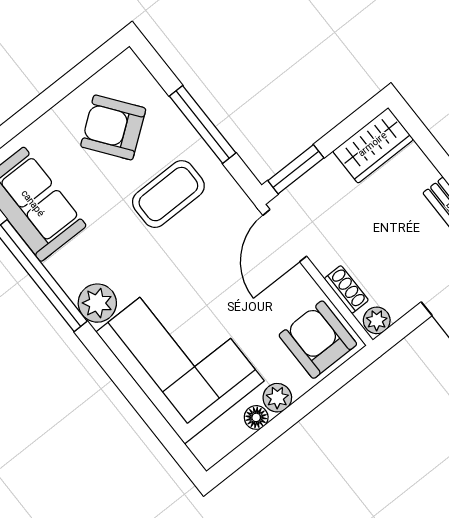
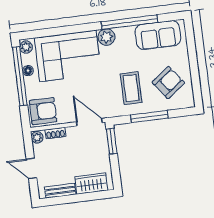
wardrobe: (373, 145) -> (91, 184), moved, turned 90
plant: (277, 398) -> (26, 47), moved
window: (277, 427) -> (20, 76), added

